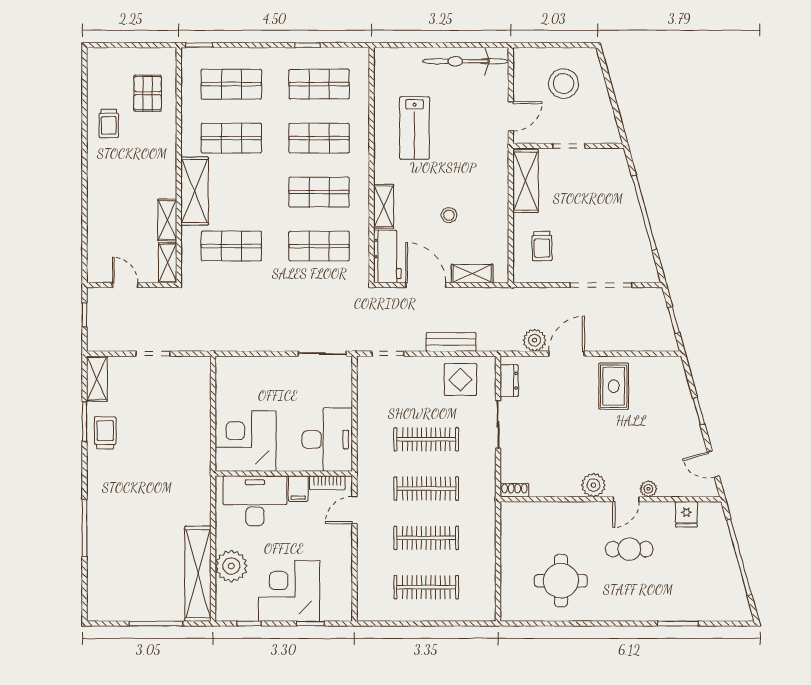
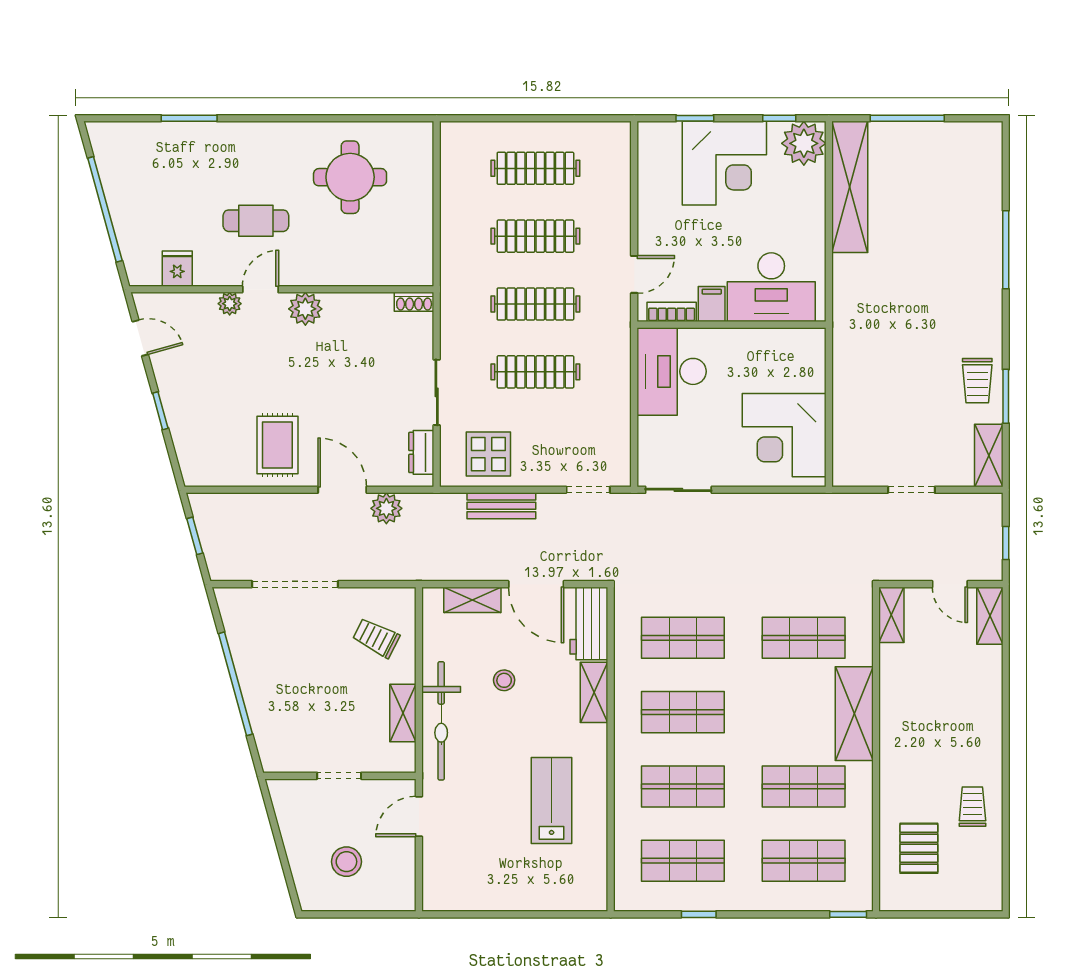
bicycle: (466, 61) -> (441, 721), moved, turned 90
stool: (564, 83) -> (346, 862), width x0.73, depth x0.73
shelving: (526, 181) -> (403, 713), width x0.67, depth x0.75
shelving: (167, 220) -> (990, 616), moved
trolley: (542, 246) -> (376, 638), turned -62
door: (567, 354) -> (342, 490), swing flipped
corner desk: (246, 441) -> (784, 435), moved, turned 90
plant: (231, 566) -> (804, 143), moved

